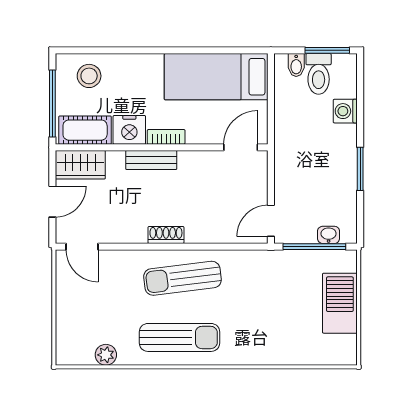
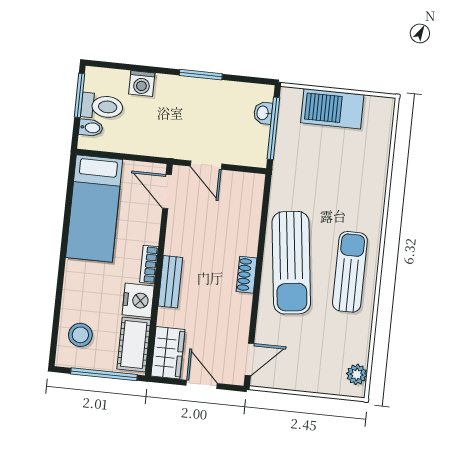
door: (271, 221) -> (206, 165), moved
sun lounger: (182, 278) -> (291, 263), width x1.36, depth x1.34
plant: (106, 355) -> (357, 374), moved

